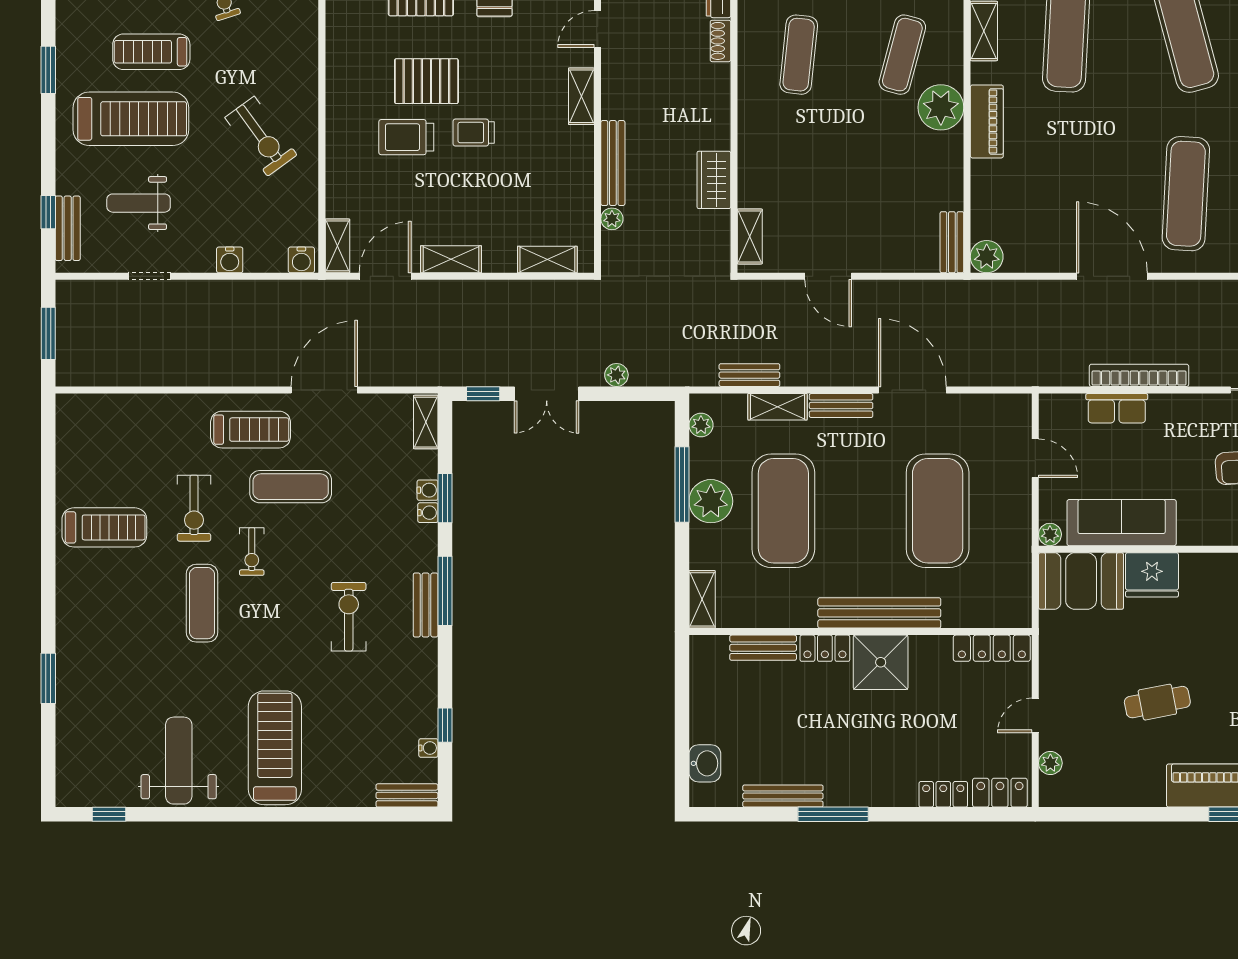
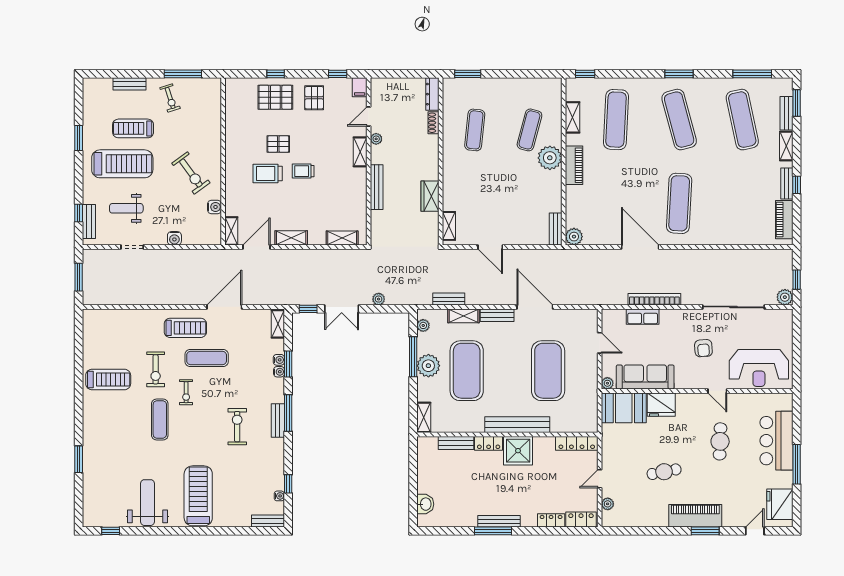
pallet: (426, 81) -> (278, 144), width x0.67, depth x0.71
plant: (612, 219) -> (376, 139), moved
water cooler: (301, 260) -> (214, 207), moved, turned -90
bench: (783, 796) -> (499, 521), moved

